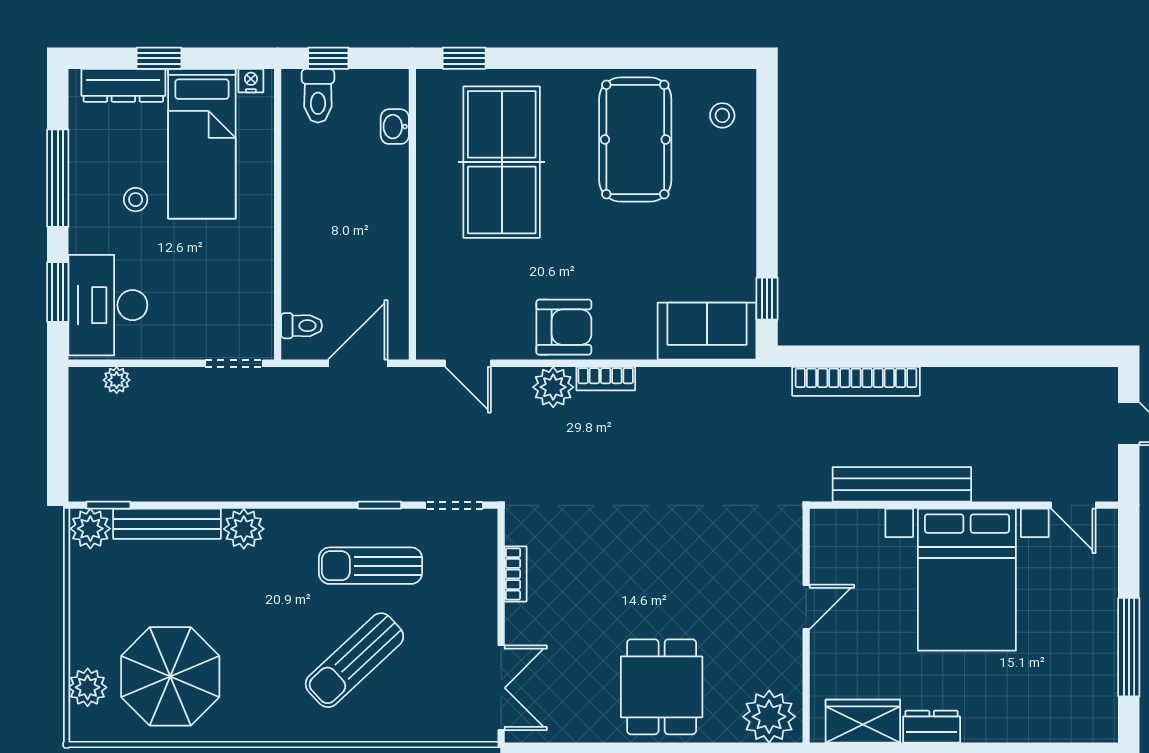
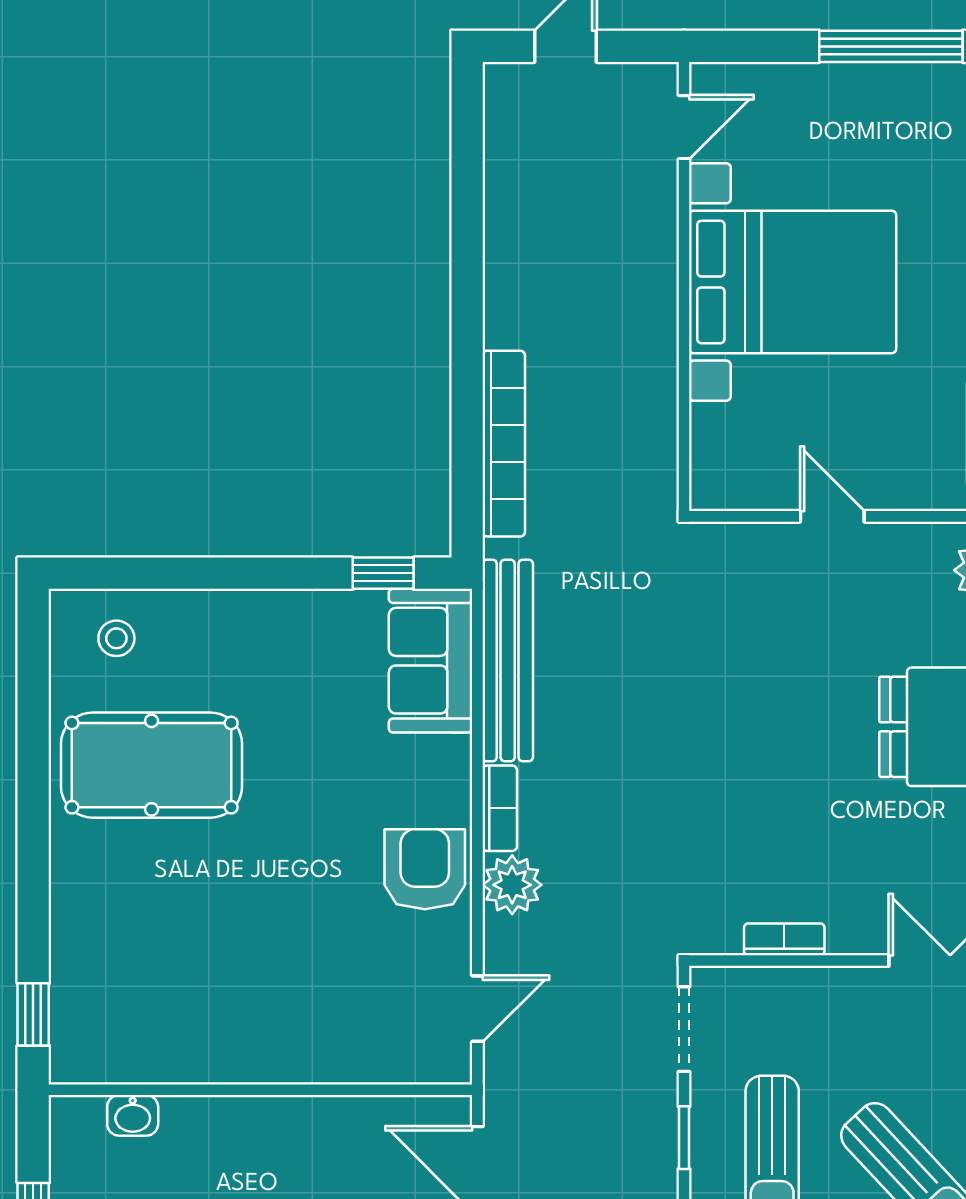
table tennis table: (502, 162) -> (184, 960), removed
bench: (902, 484) -> (508, 660), moved

